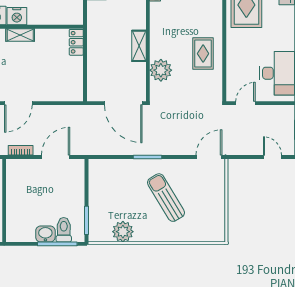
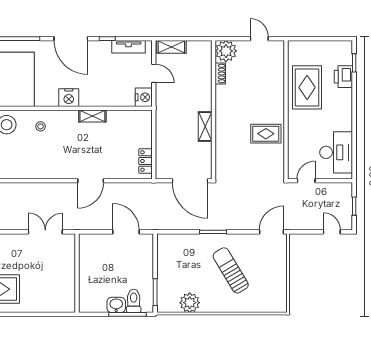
nightstand: (17, 16) -> (144, 97), moved, turned -90
locker: (76, 42) -> (145, 161), moved
rug: (203, 54) -> (266, 134), turned 90
plant: (161, 70) -> (226, 150), removed
bookcase: (21, 150) -> (93, 226), removed
door: (56, 157) -> (126, 232), hinge flipped

